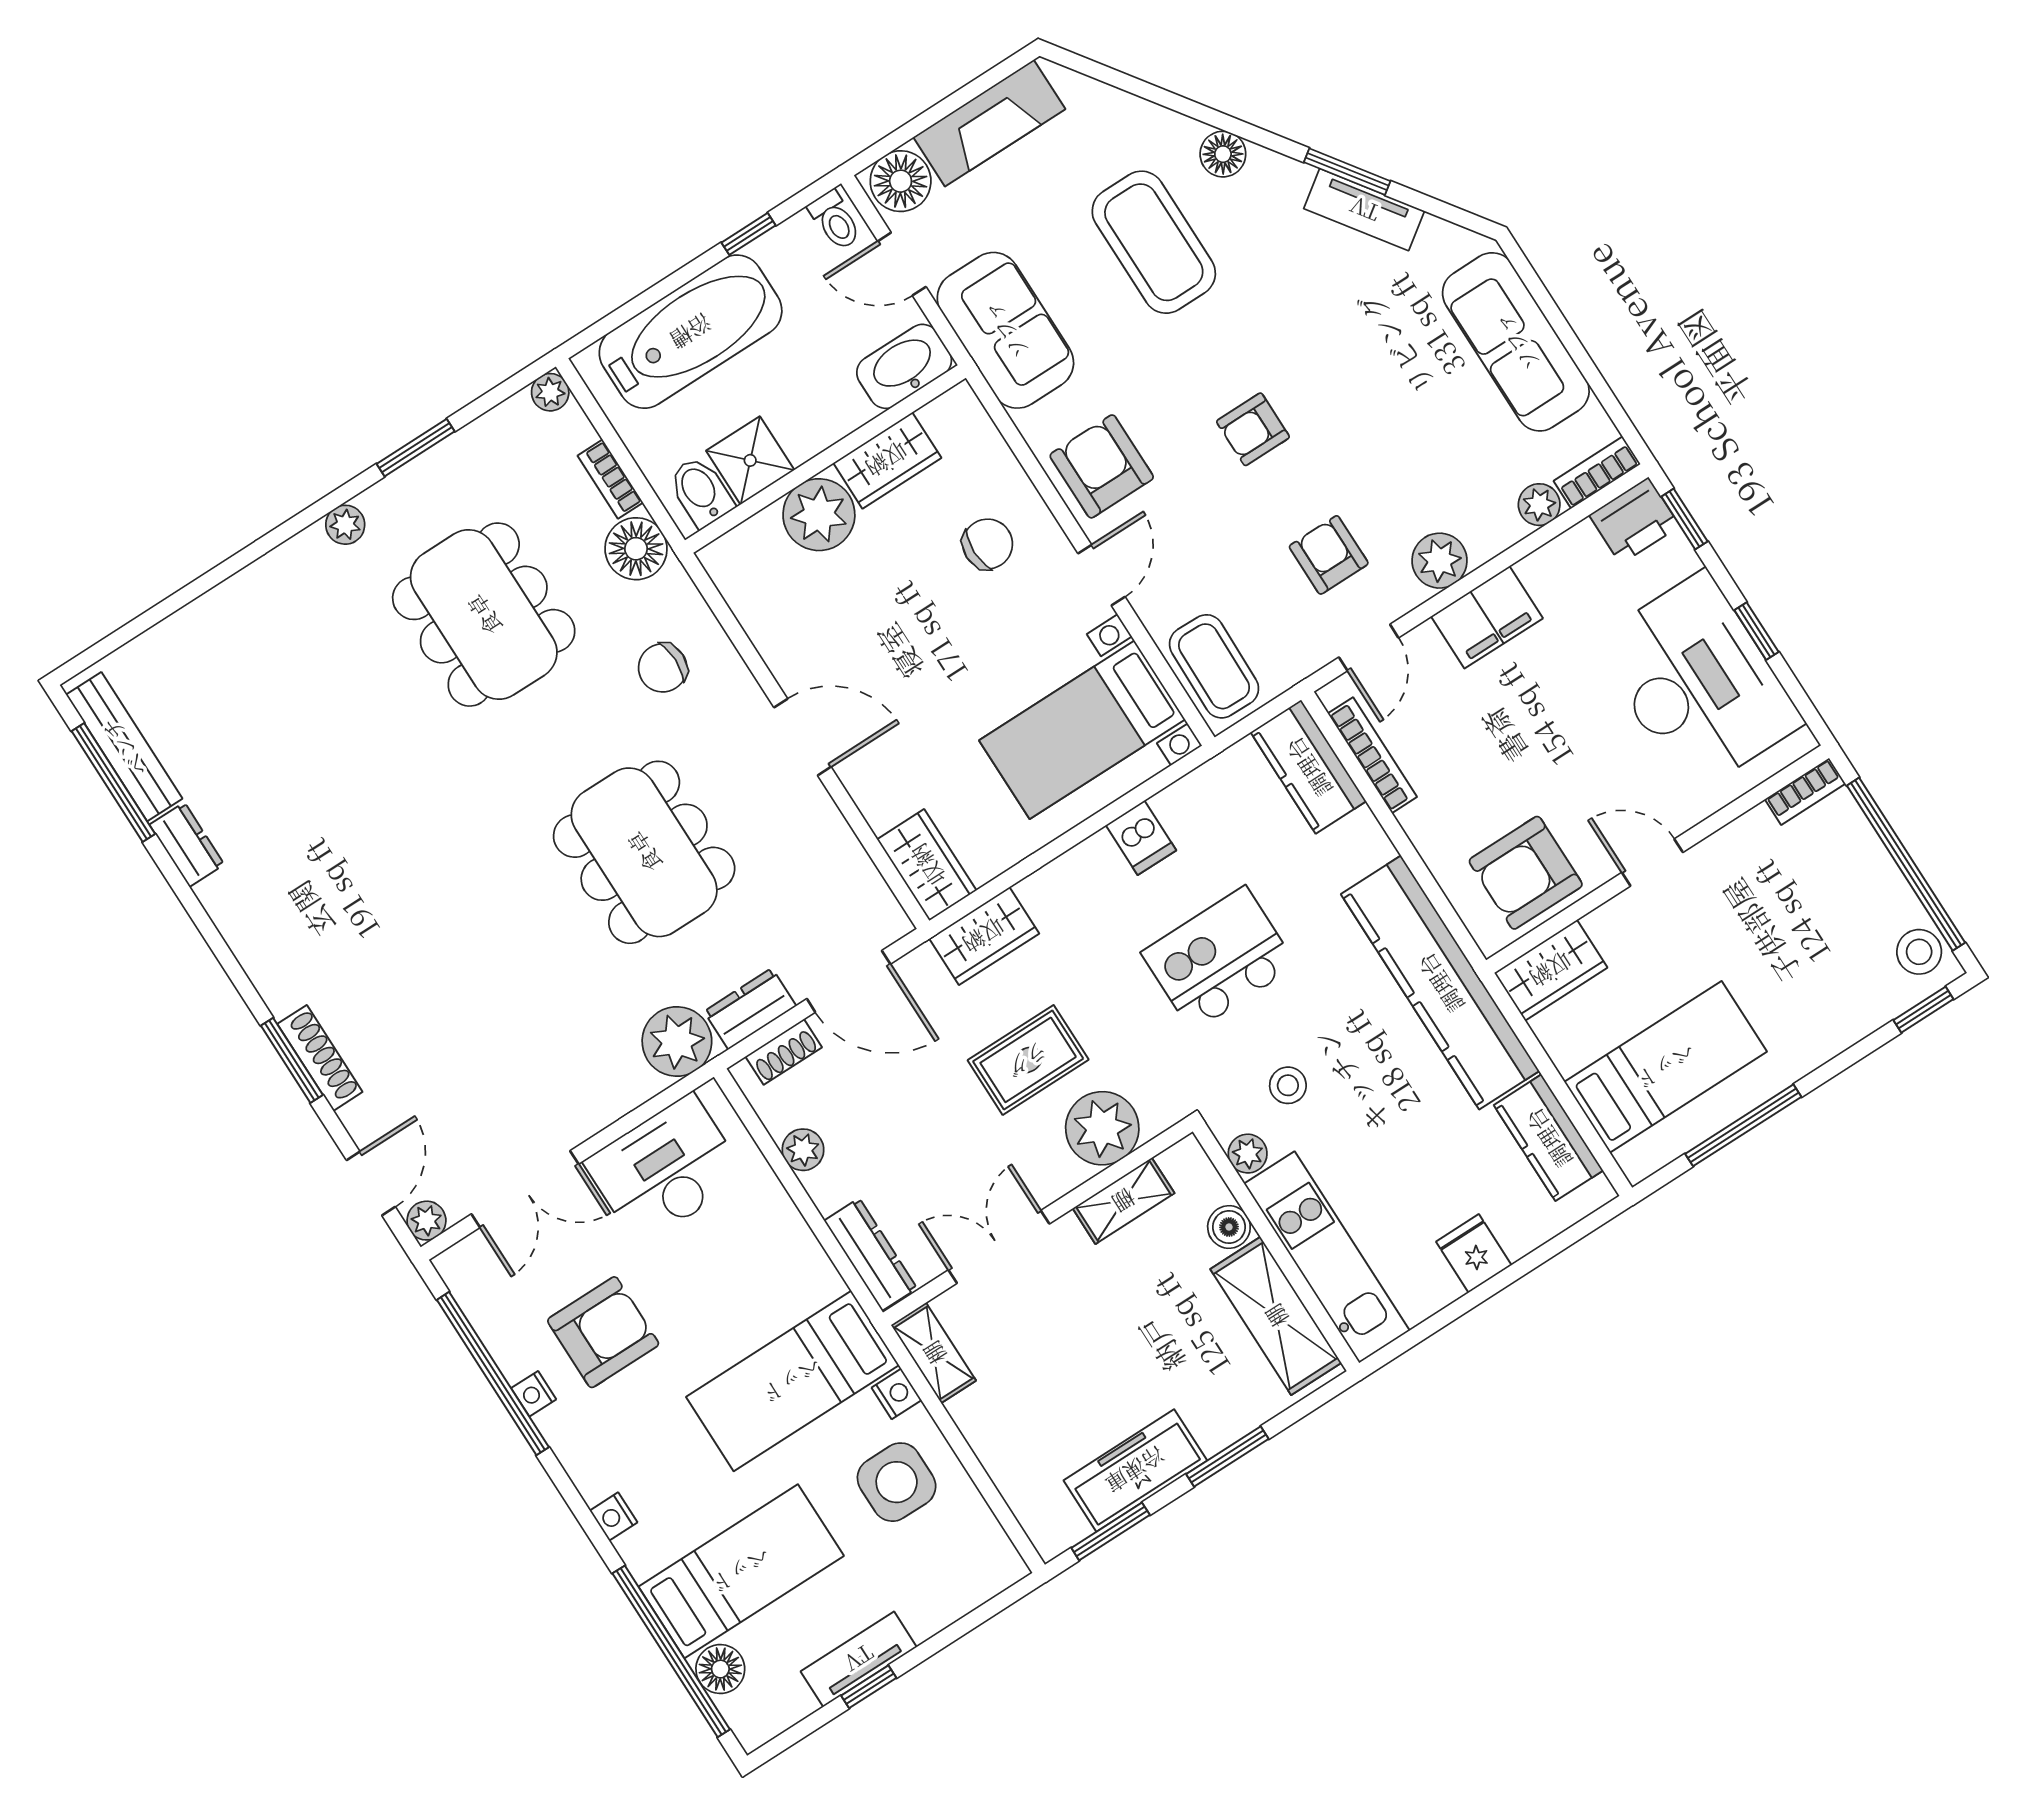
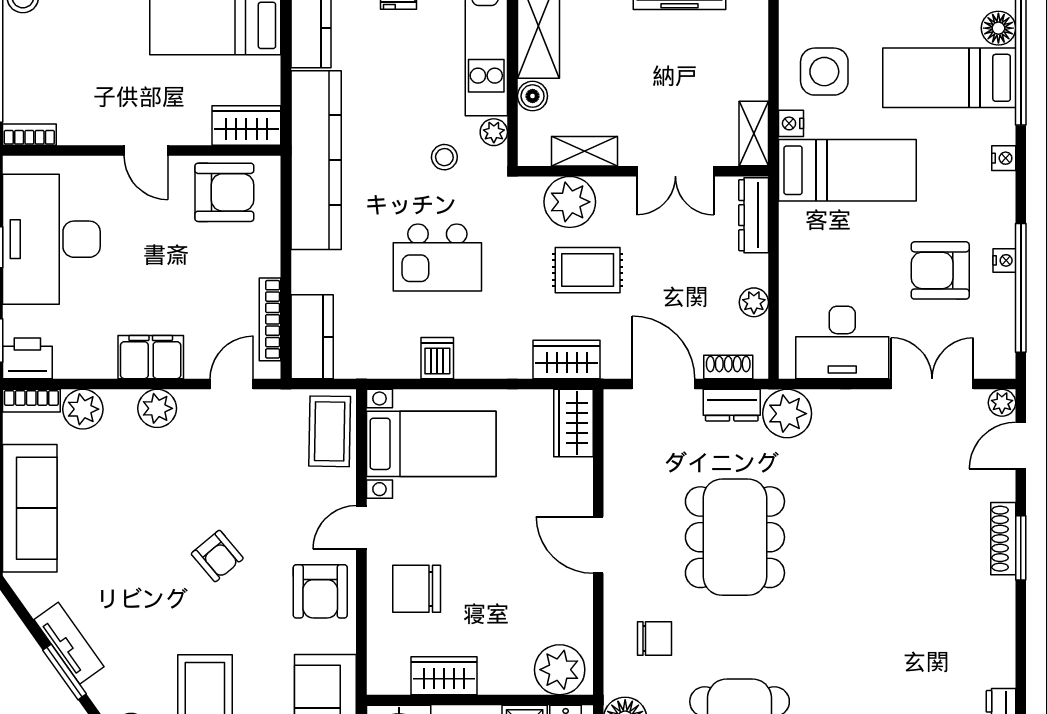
armchair: (1253, 429) -> (217, 556), turned 50
plant: (1539, 505) -> (83, 409), width x1.38, depth x1.38
plant: (819, 515) -> (560, 670), moved
chair: (988, 544) -> (417, 589), width x1.37, depth x1.37
armchair: (1329, 555) -> (220, 454), removed

